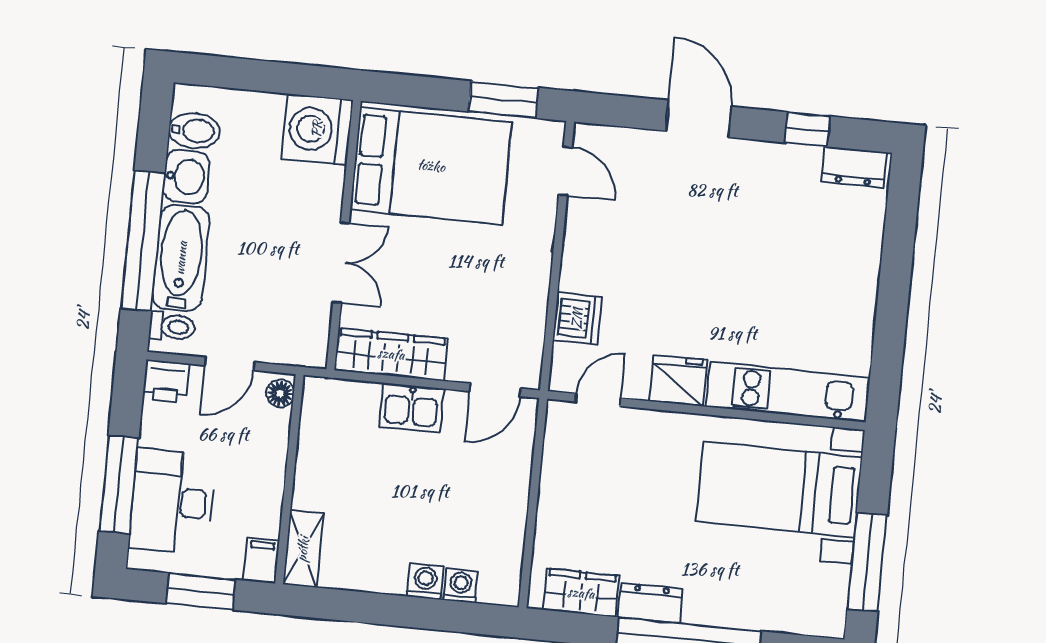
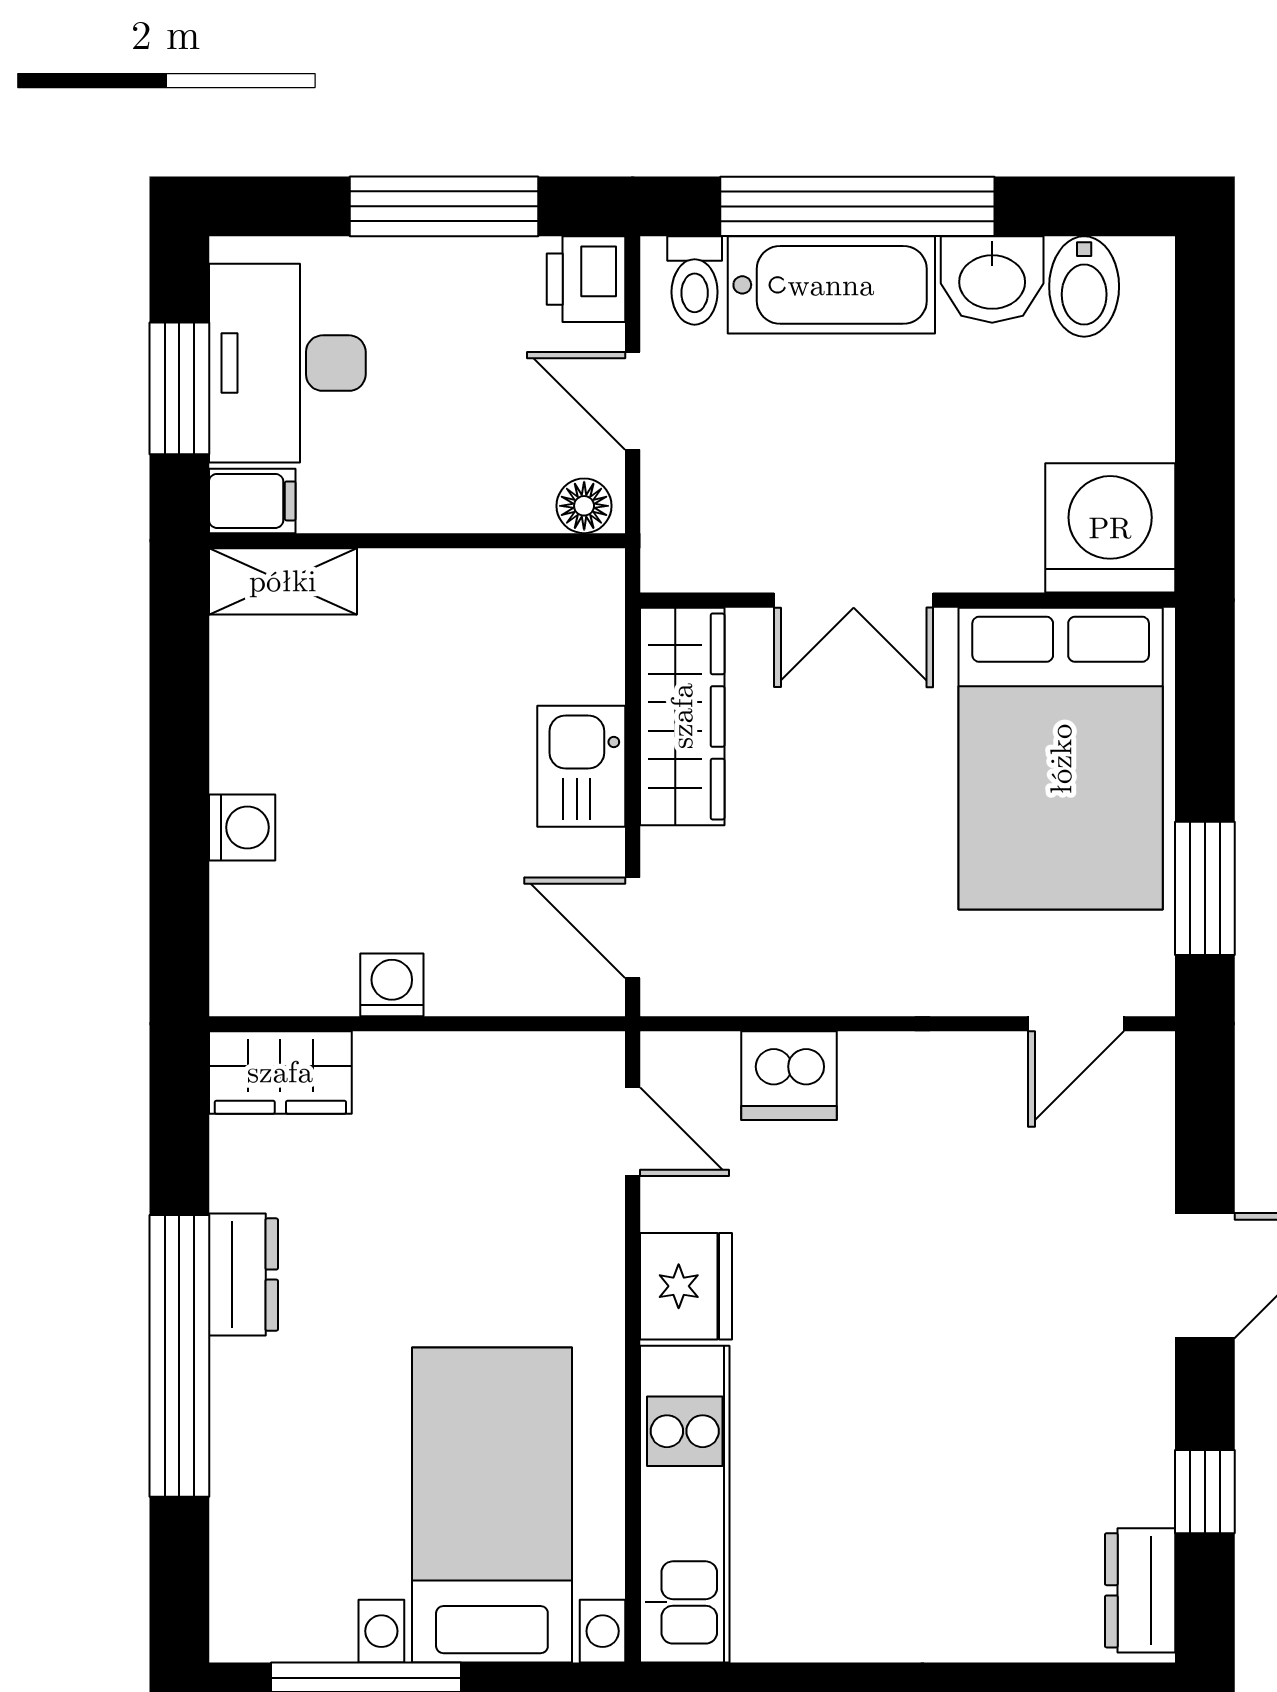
window: (119, 485) -> (444, 206), moved
desk: (172, 502) -> (287, 363), moved, turned -90
washing machine: (461, 586) -> (392, 985), moved, turned -90
wardrobe: (581, 593) -> (280, 1072), moved, turned 90

